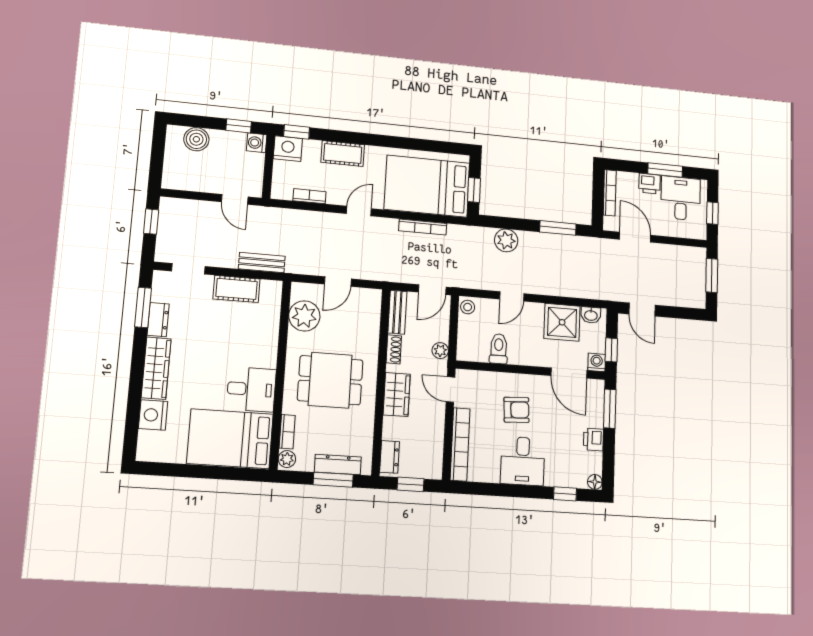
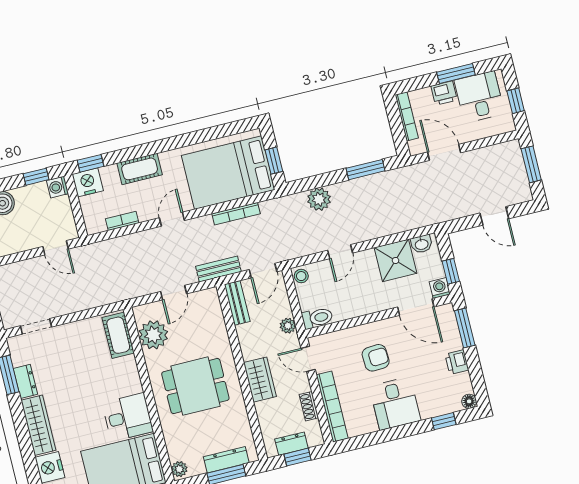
bench: (262, 262) -> (218, 269), moved
cot: (237, 289) -> (118, 335), moved, turned 90
door: (642, 310) -> (494, 216), moved
shoe rack: (394, 349) -> (309, 406), moved, turned 180
toilet: (499, 349) -> (317, 318), moved, turned 90
bookcase: (287, 432) -> (172, 445), removed
dresser: (390, 457) -> (291, 444), moved, turned -90

